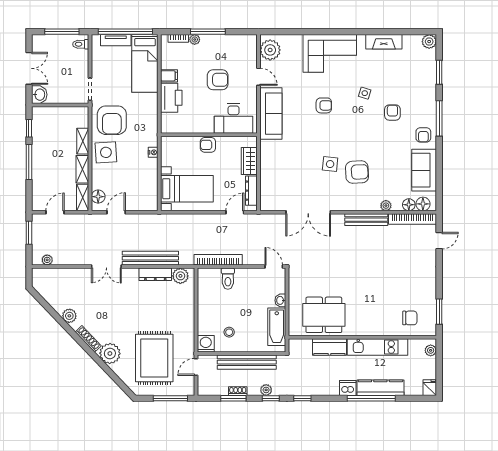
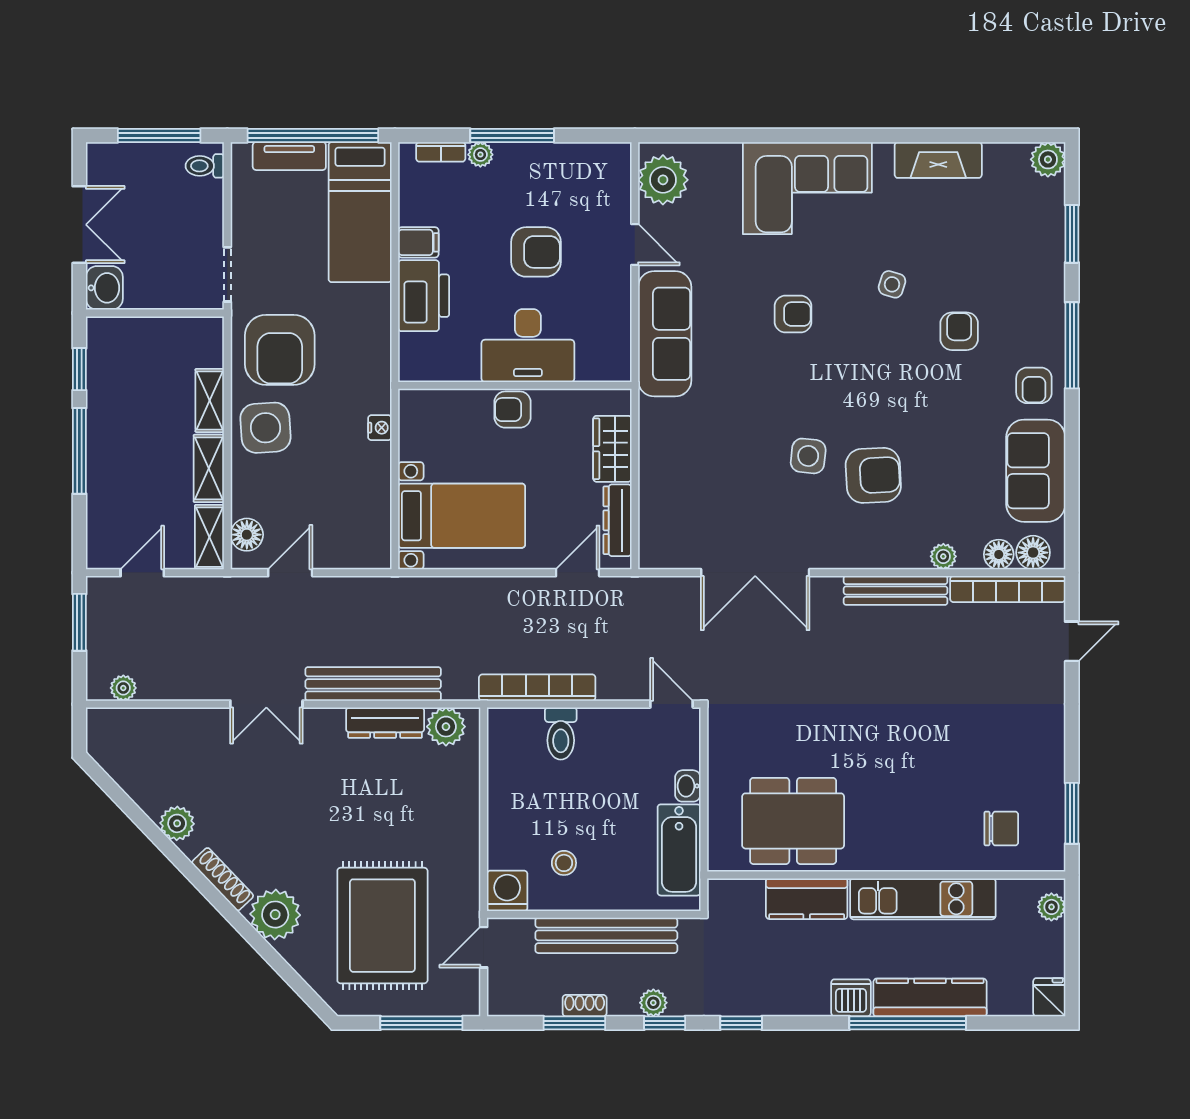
desk: (234, 118) -> (528, 346), moved

